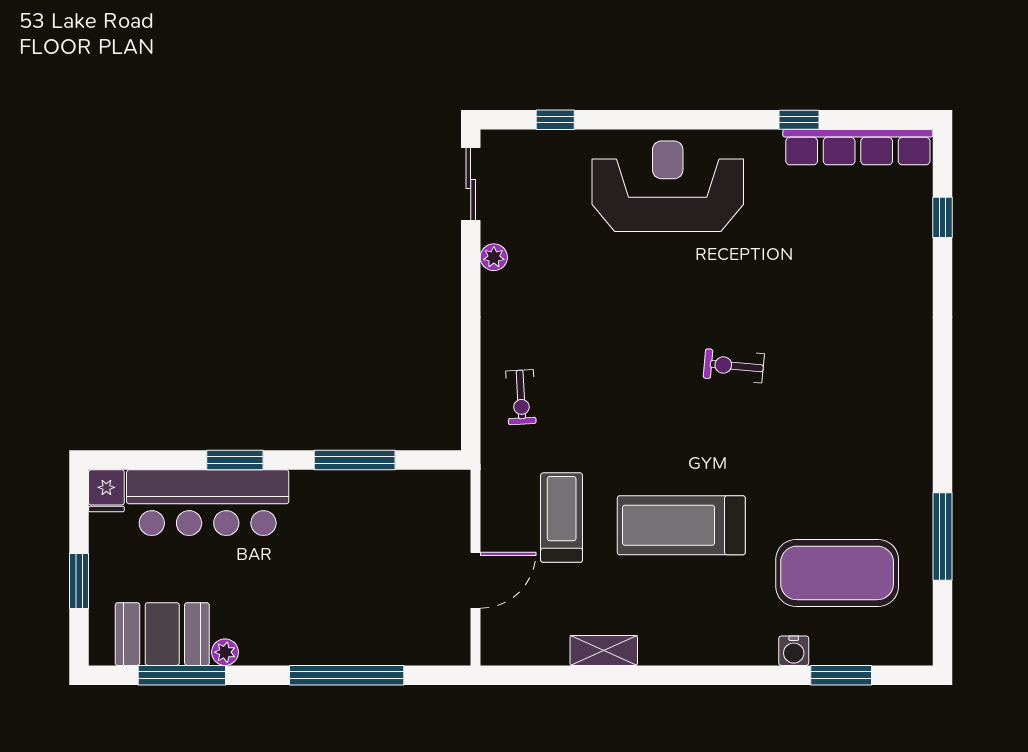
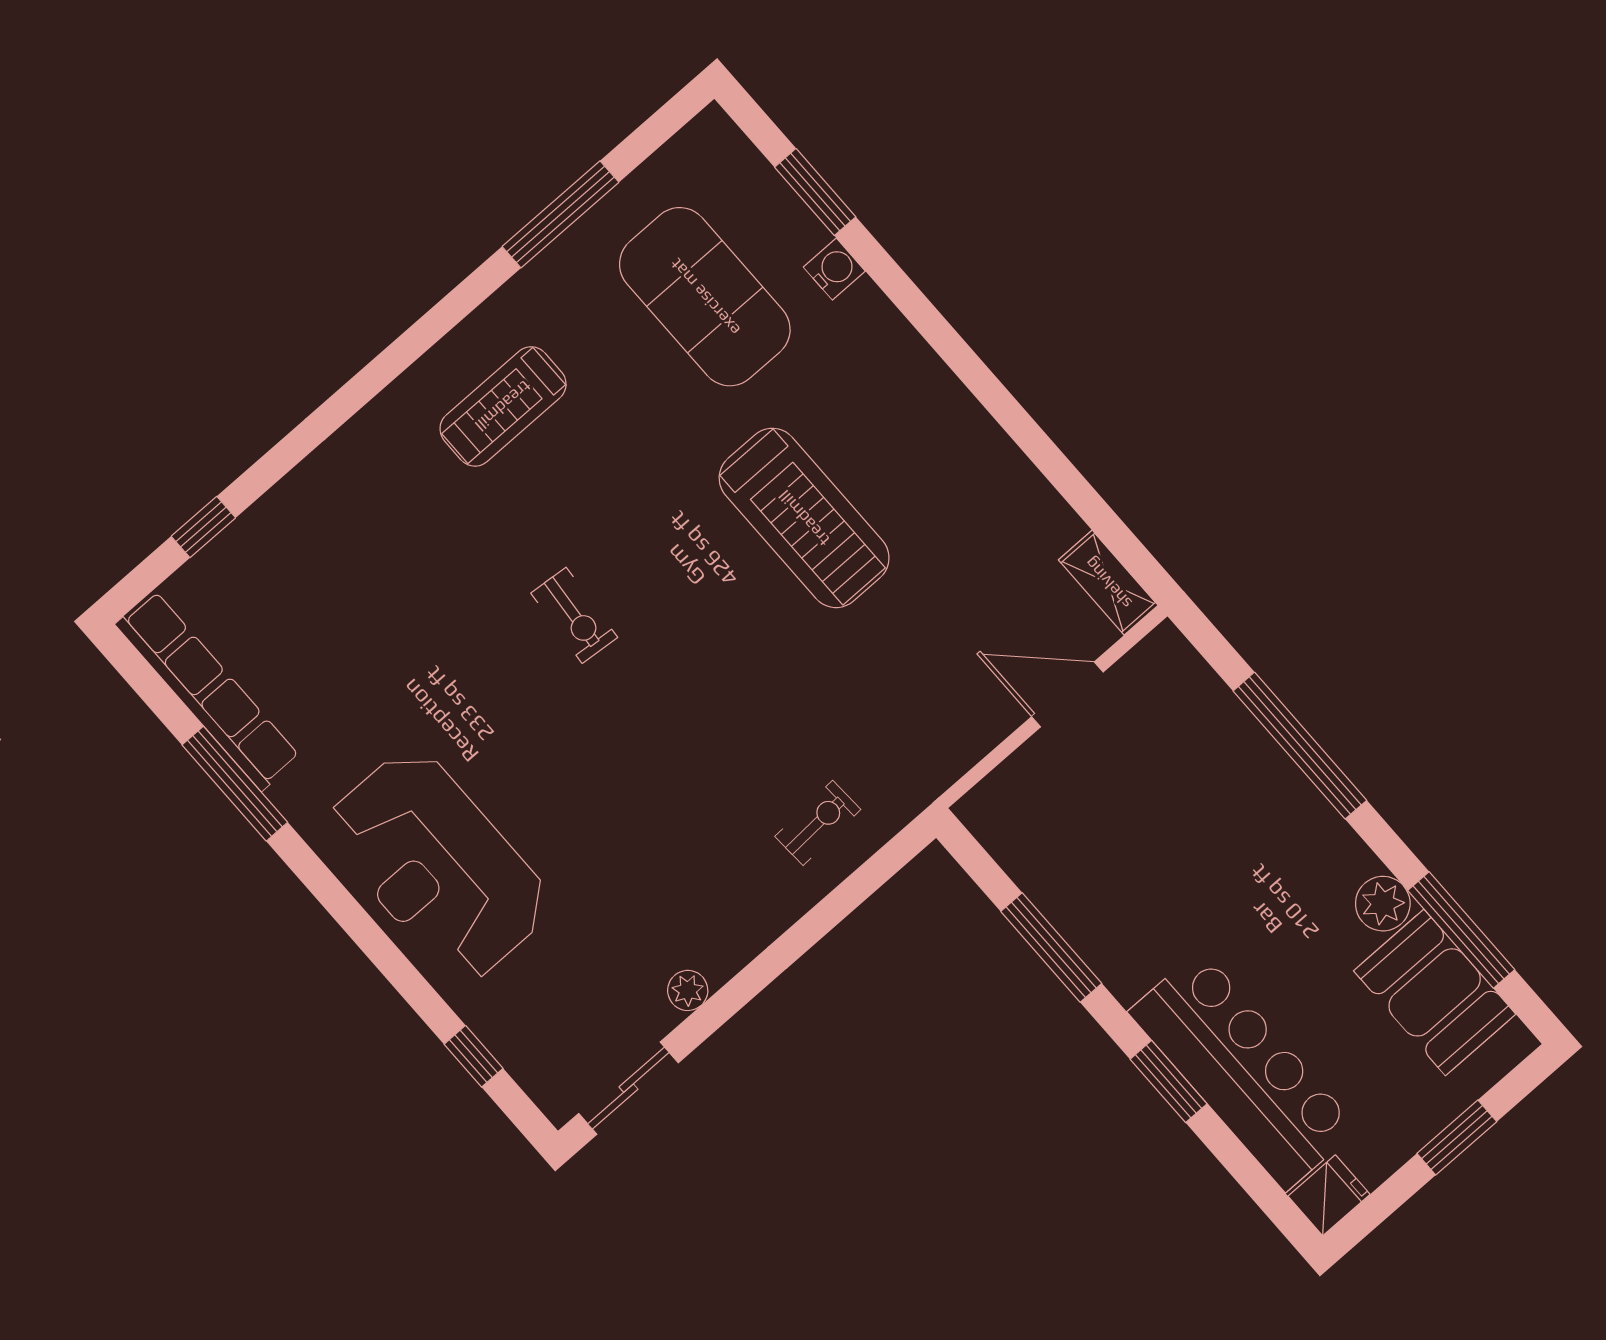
window: (799, 120) -> (235, 784), width x2.17
treadmill: (562, 518) -> (503, 406), moved
shelving: (604, 650) -> (1108, 583), moved
plant: (225, 652) -> (1383, 904), width x1.38, depth x1.38

